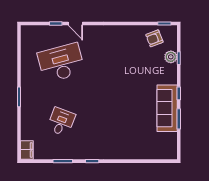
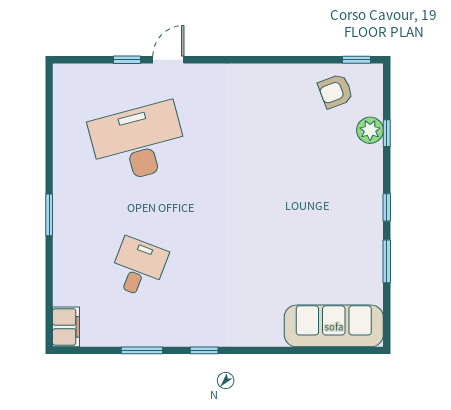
door: (75, 24) -> (168, 60), swing flipped
sofa: (167, 108) -> (334, 326), moved, turned 90

